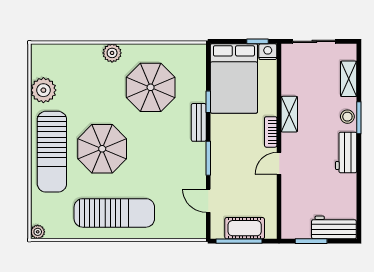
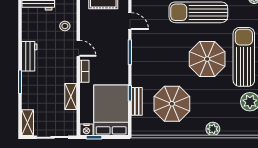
plant: (112, 53) -> (213, 129), moved
shelving: (349, 79) -> (27, 123), moved
shelving: (289, 114) -> (71, 96), moved
stool: (347, 117) -> (65, 26), moved
bench: (199, 122) -> (137, 101), moved
door: (279, 163) -> (78, 48), hinge flipped

